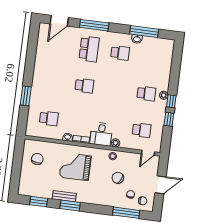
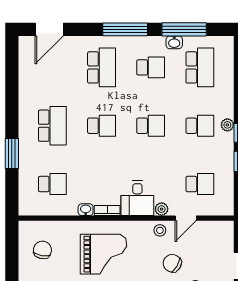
window: (94, 25) -> (125, 29), moved
school desk: (151, 57) -> (200, 67), added
school desk: (53, 82) -> (52, 126), added
school desk: (115, 90) -> (151, 126), added
door: (148, 153) -> (186, 218), moved
grand piano: (75, 167) -> (104, 254), turned 180

